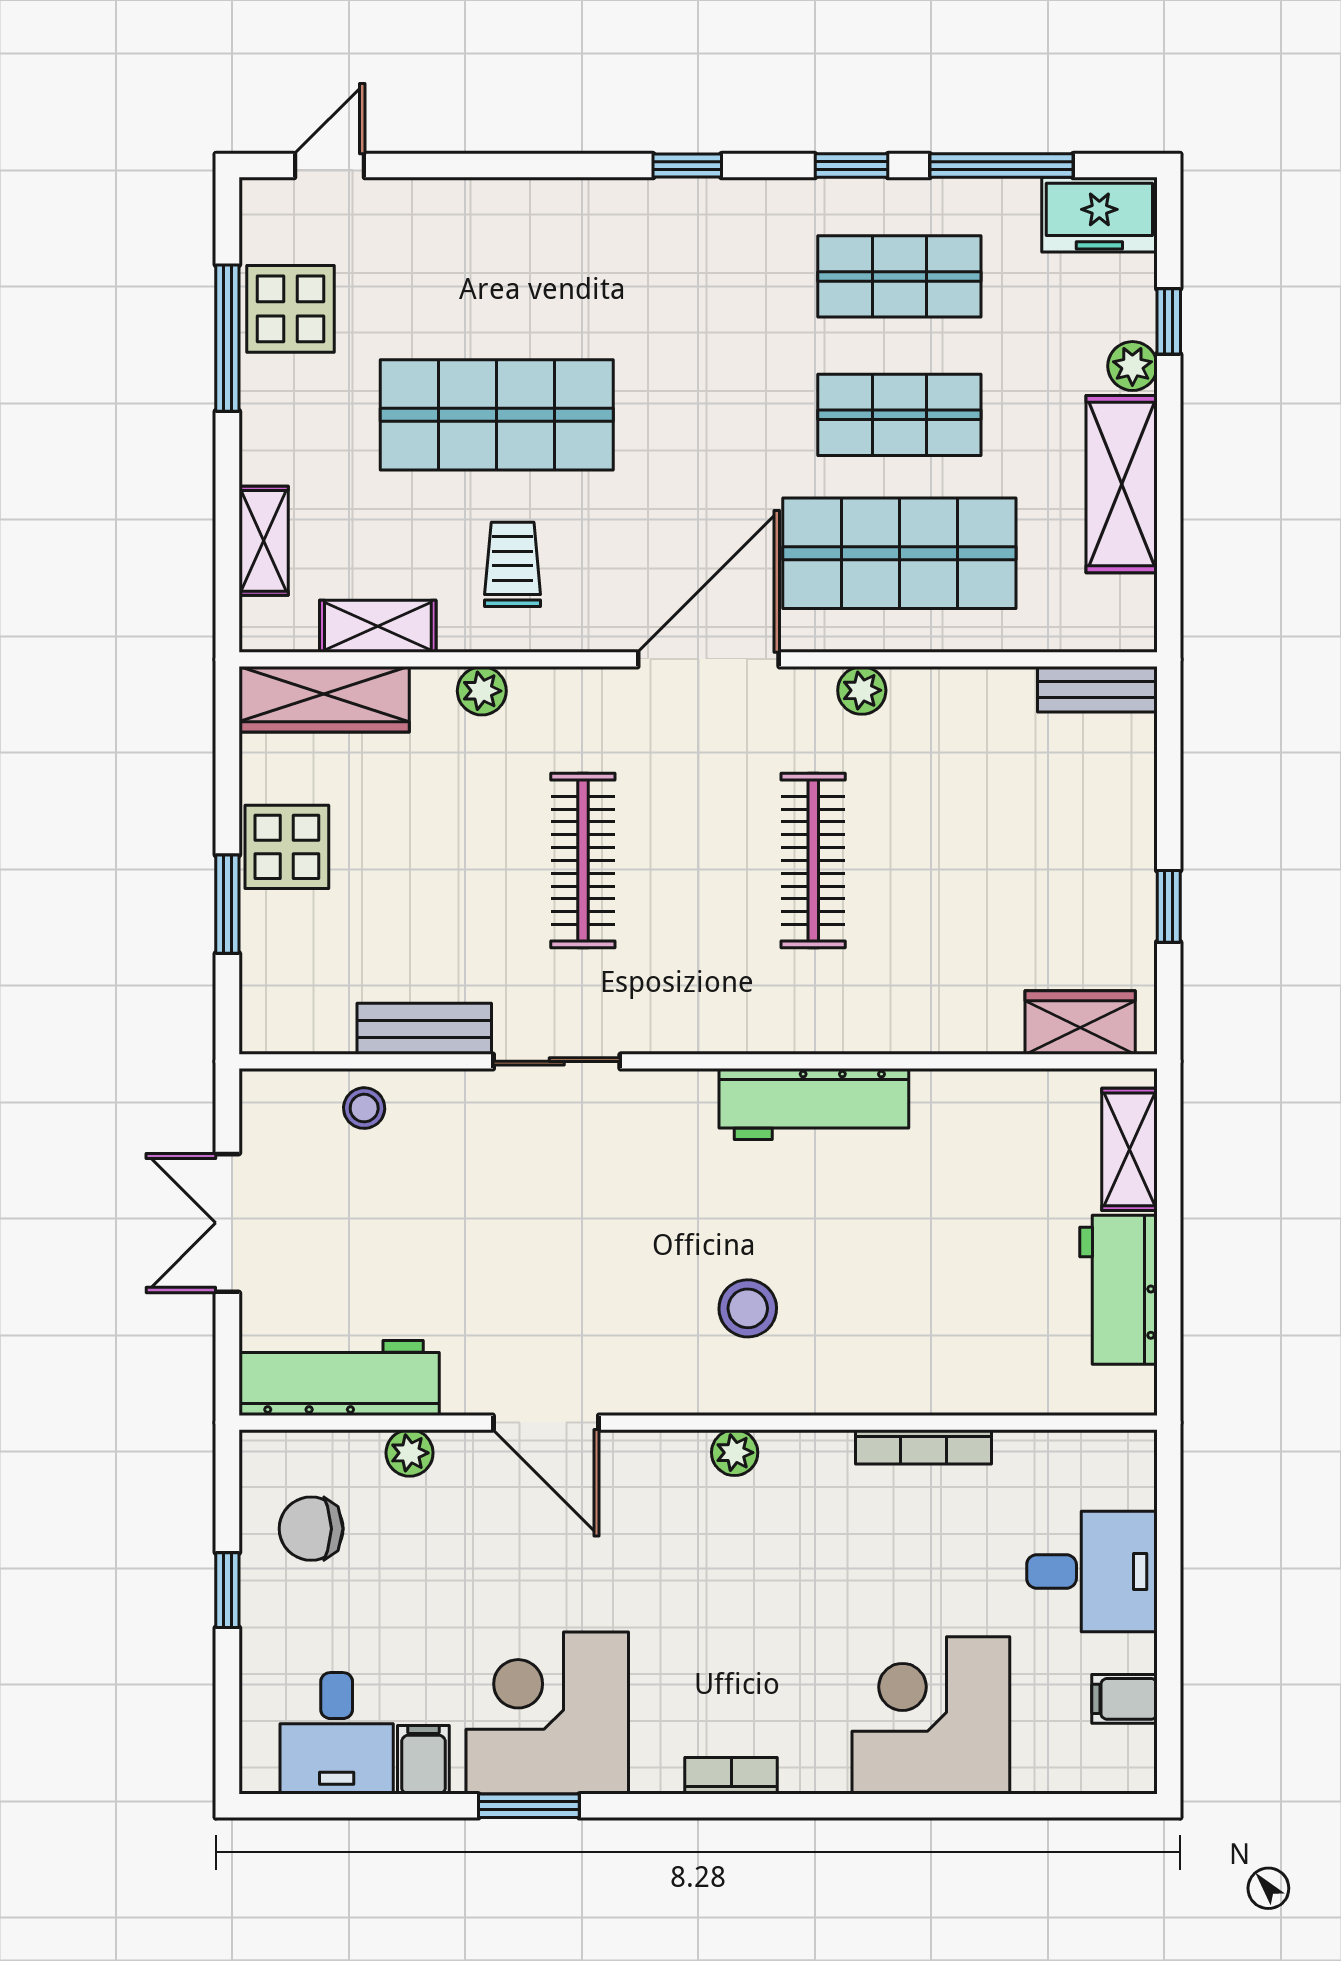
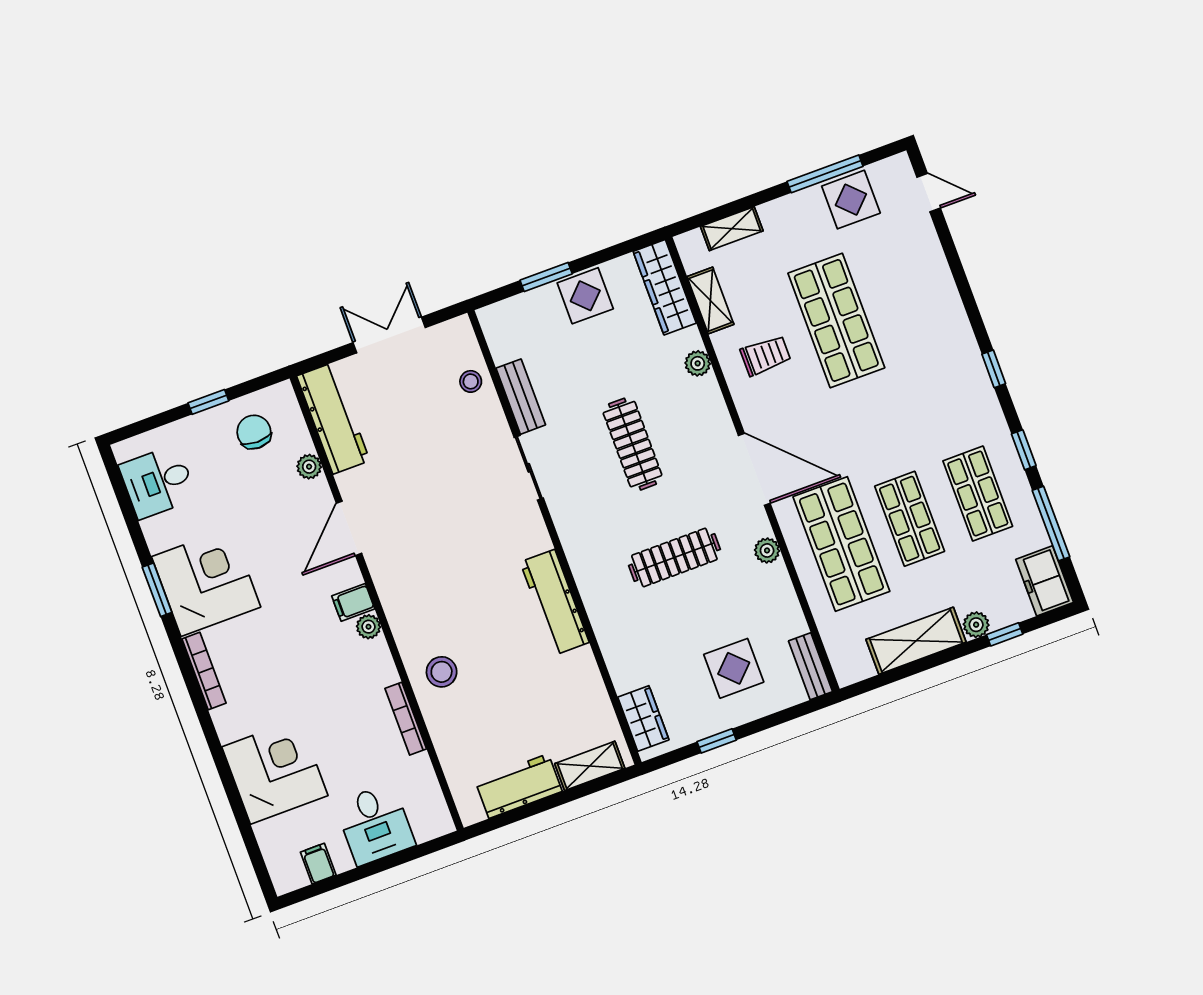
display table: (1050, 828) -> (734, 668), added
clothes rail: (583, 860) -> (633, 444), turned 90
stool: (748, 1308) -> (442, 672), moved
filing cabinet: (423, 1760) -> (353, 602), moved, turned 180
bookcase: (731, 1776) -> (204, 671), width x1.56

